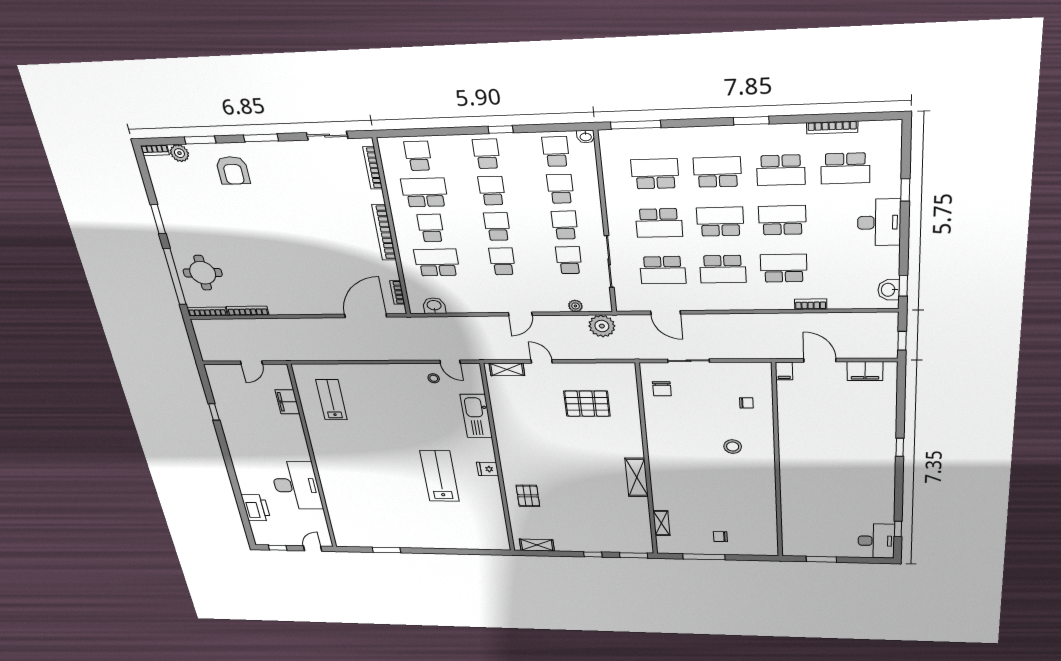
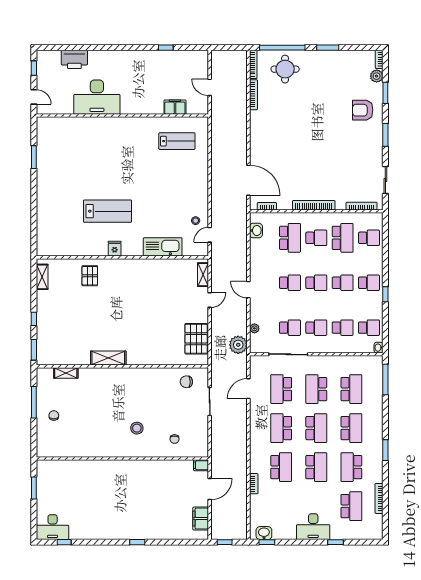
school desk: (845, 168) -> (351, 506), turned 180
pallet: (587, 404) -> (196, 339), moved
pallet: (528, 496) -> (90, 276), turned 90

